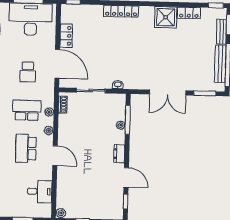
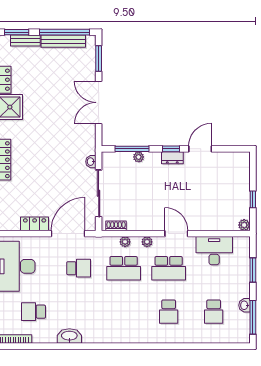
sliding door: (91, 91) -> (99, 193), width x1.37
double door: (168, 92) -> (99, 103), swing flipped
school desk: (27, 110) -> (124, 268), turned -90
door: (55, 156) -> (176, 234), hinge flipped
desk: (40, 191) -> (214, 251), width x1.37
window: (126, 202) -> (171, 149), moved

